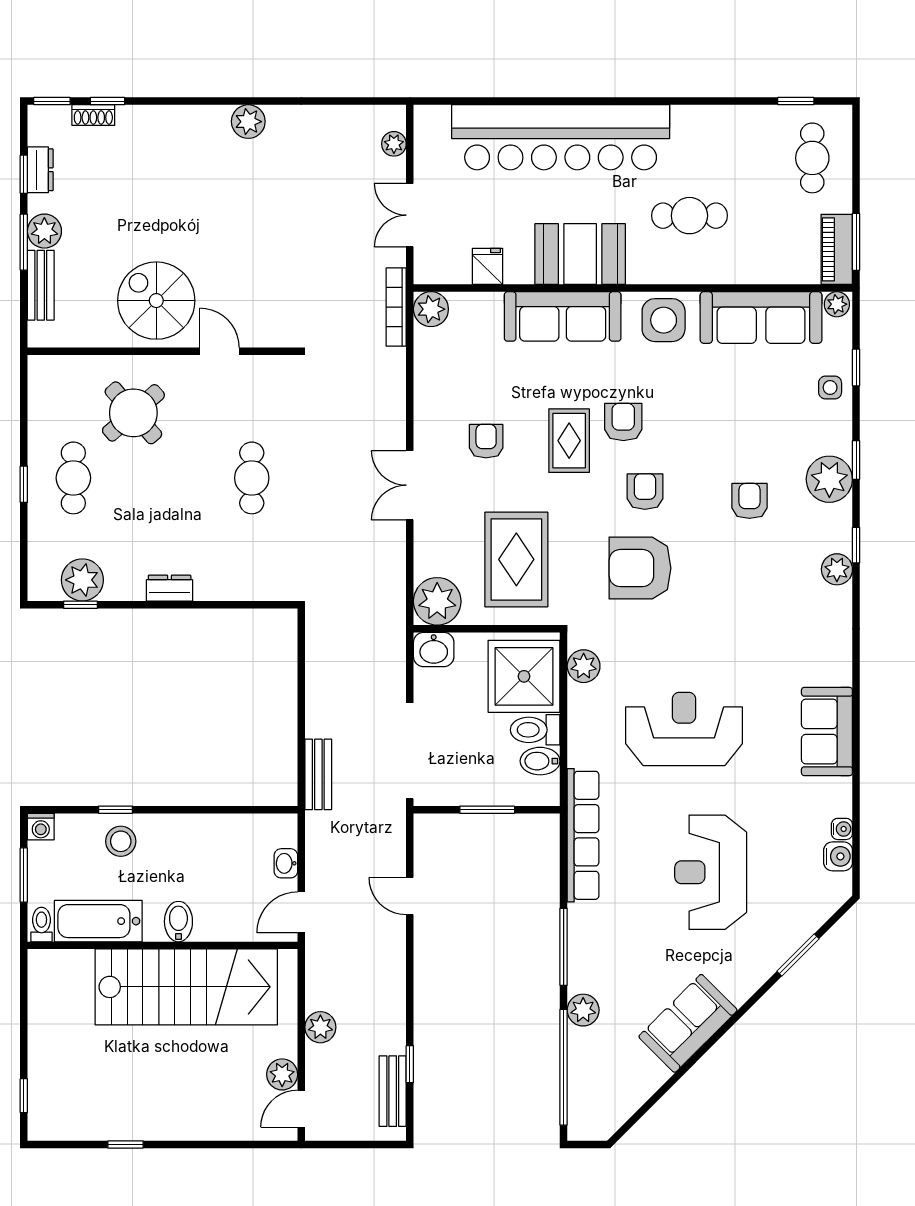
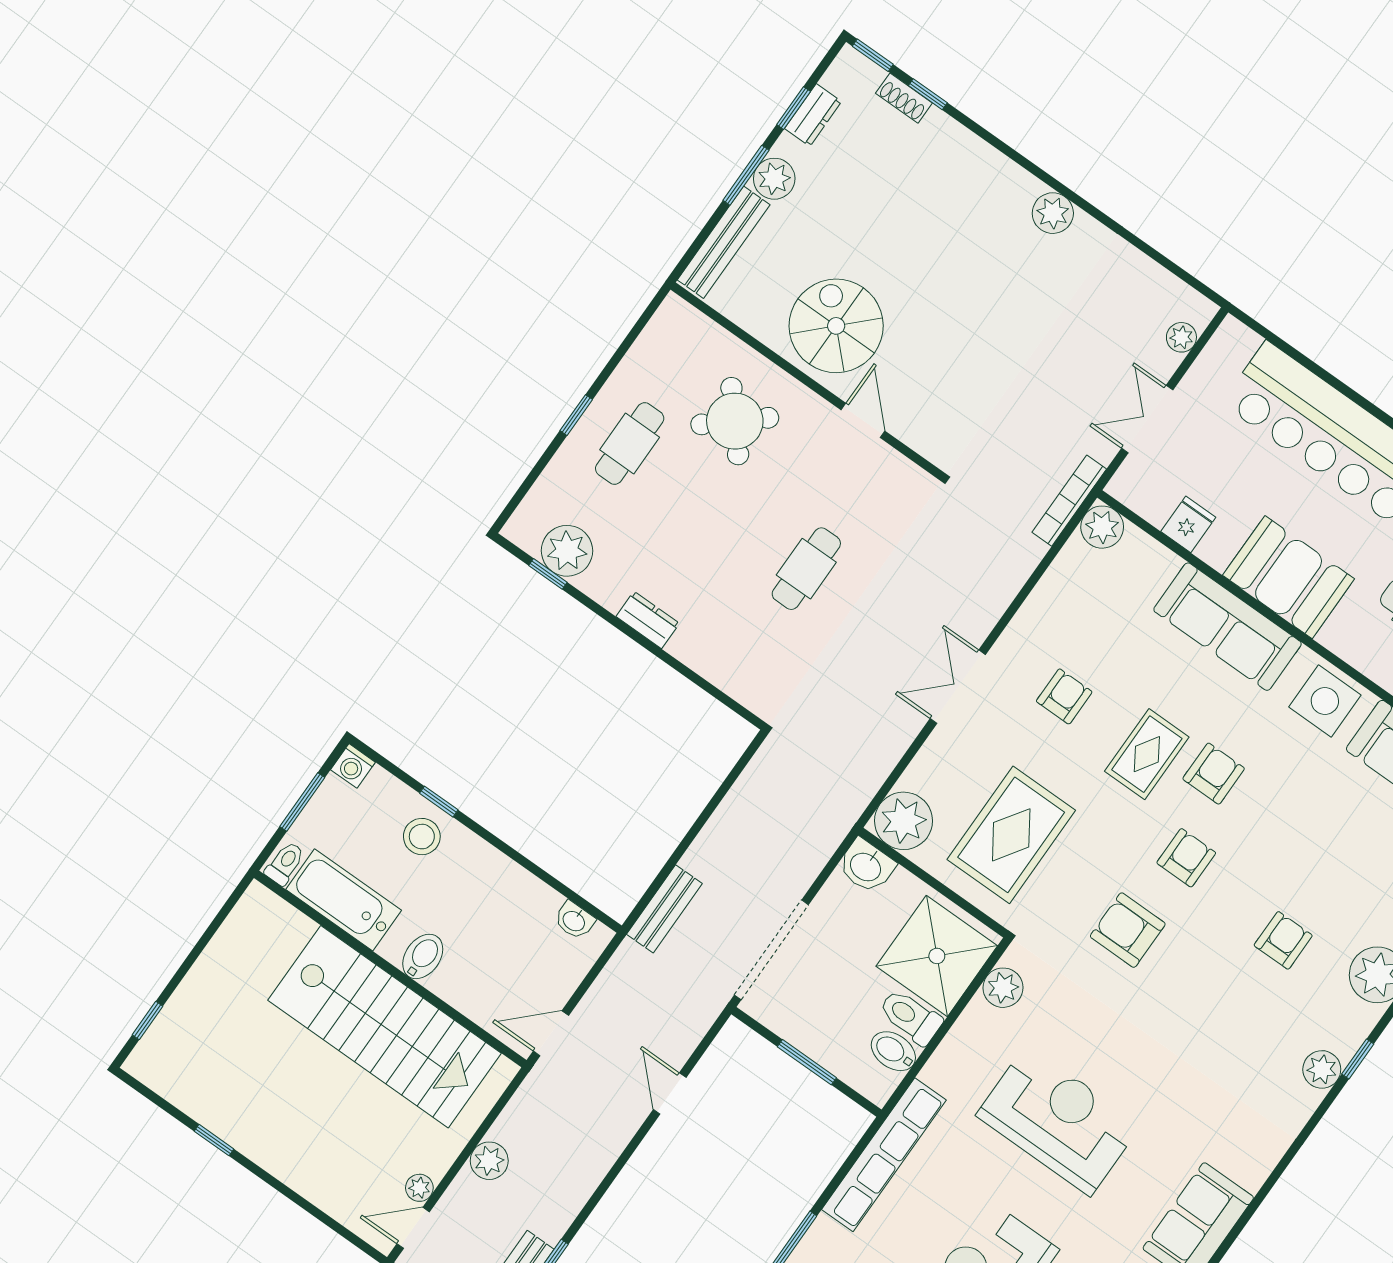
bench: (41, 285) -> (724, 242), width x1.36
armchair: (640, 568) -> (1128, 930), width x0.73, depth x0.73
washbasin: (286, 863) -> (574, 920), moved, turned -90
plant: (282, 1074) -> (419, 1188), width x0.73, depth x0.73

